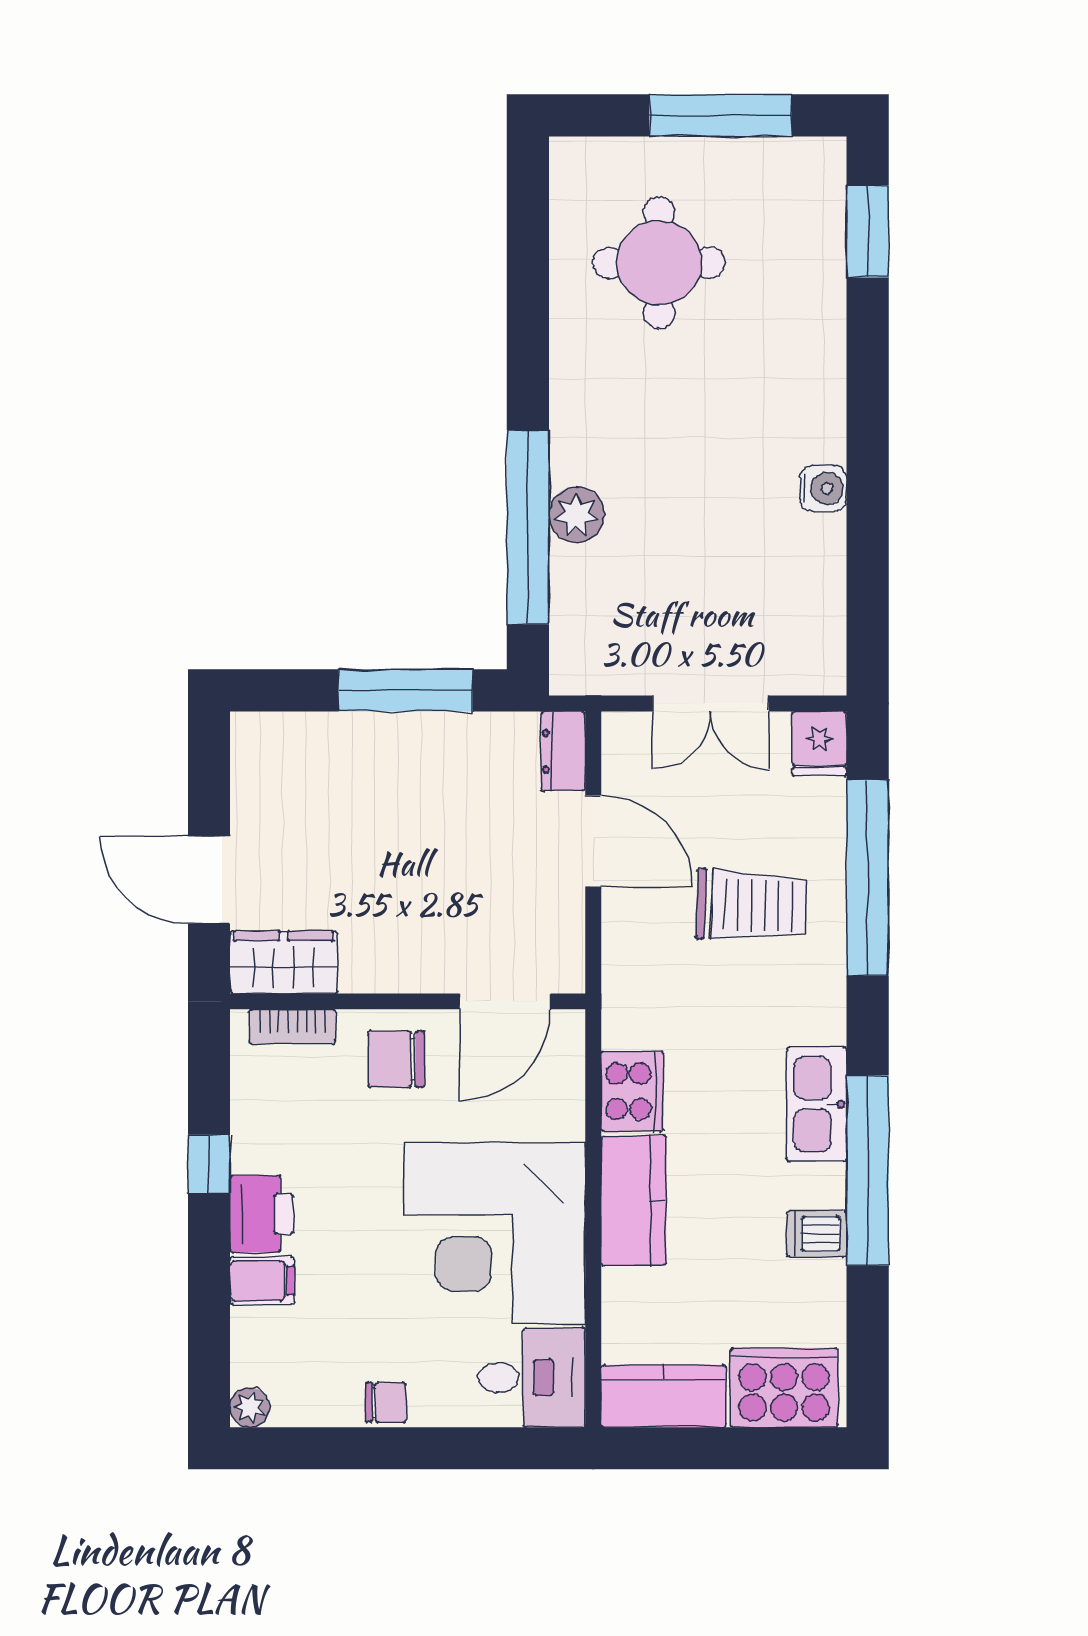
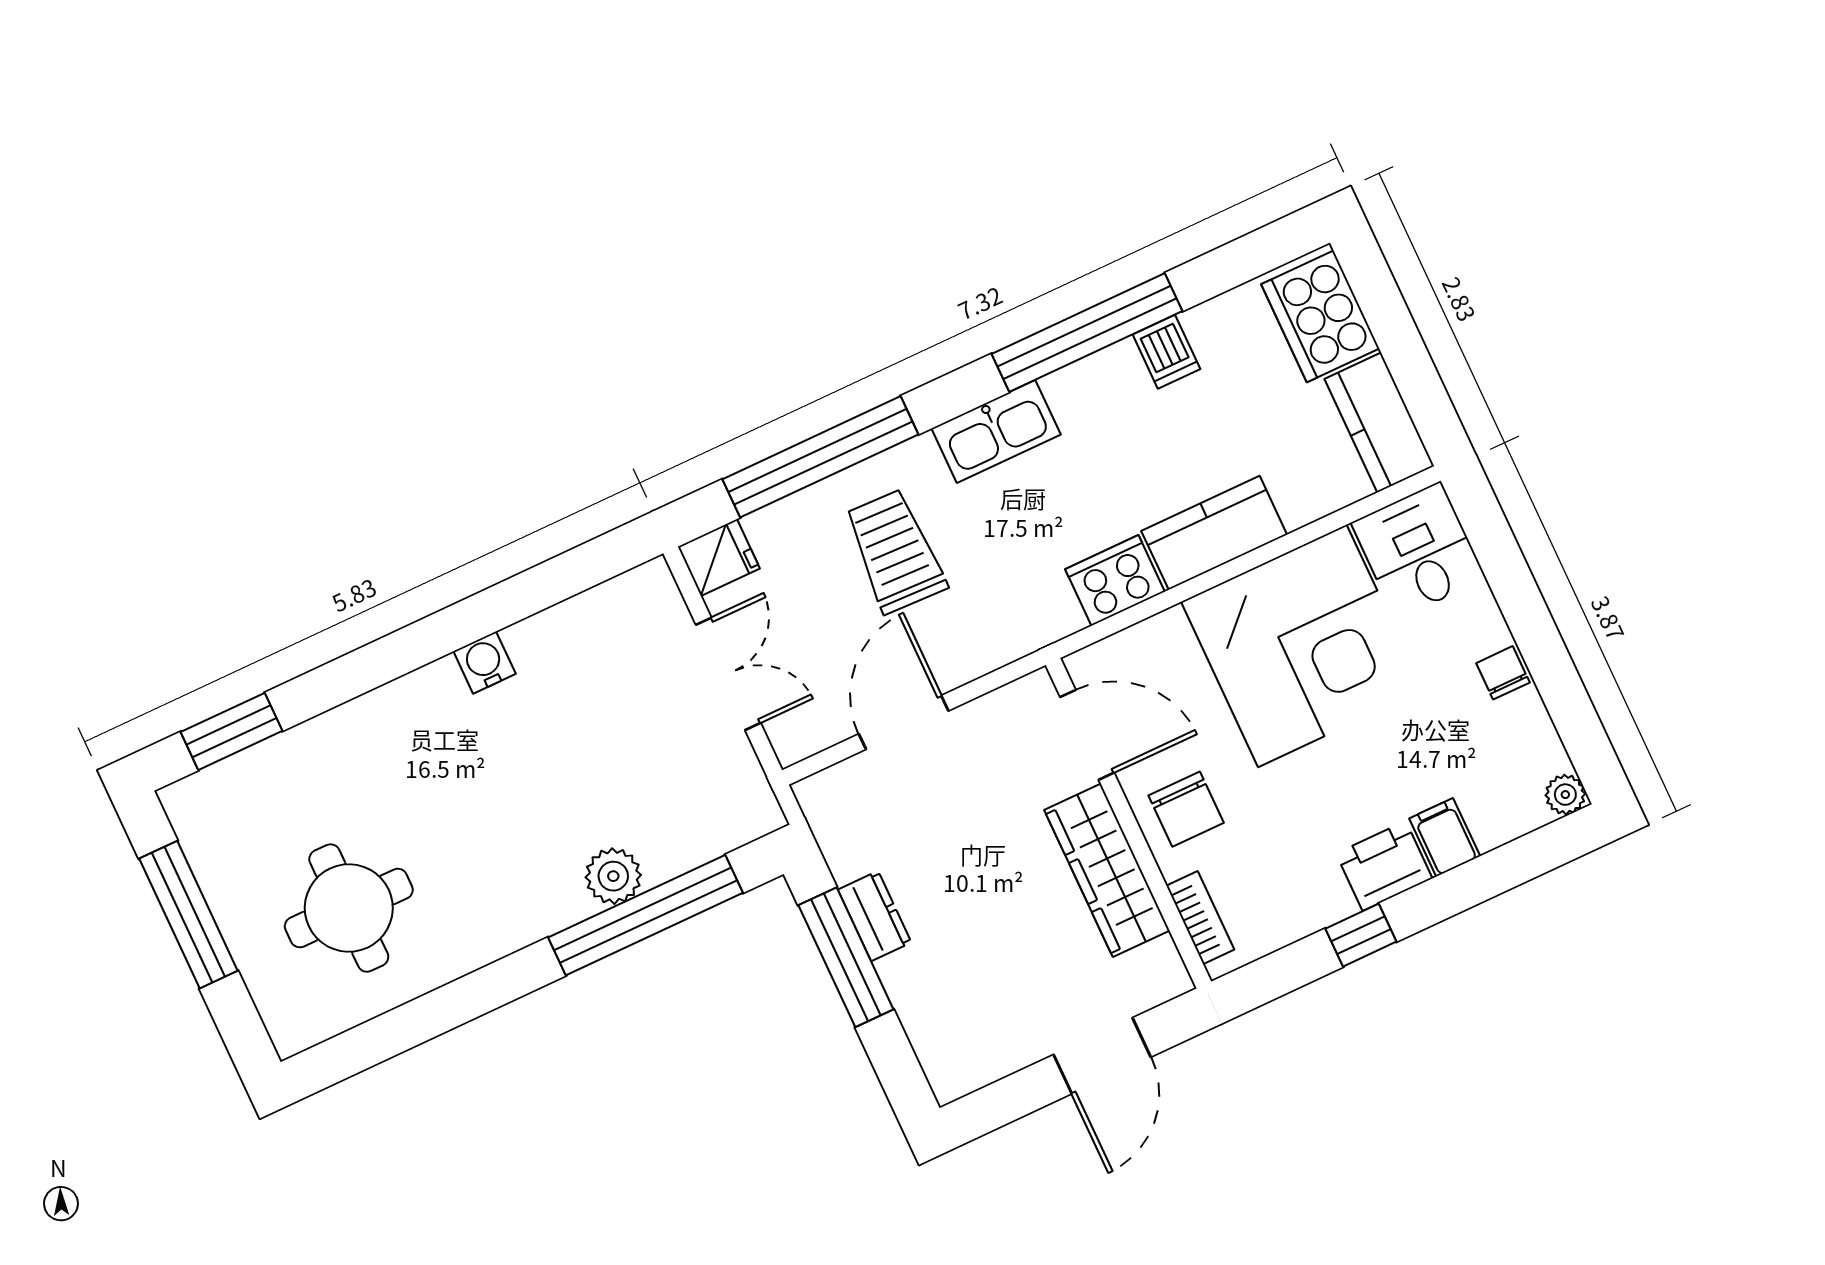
dresser: (563, 751) -> (875, 916), moved, turned -90
wardrobe: (284, 962) -> (1107, 870), moved, width x1.50
kitchen sink: (817, 1104) -> (996, 431), moved

